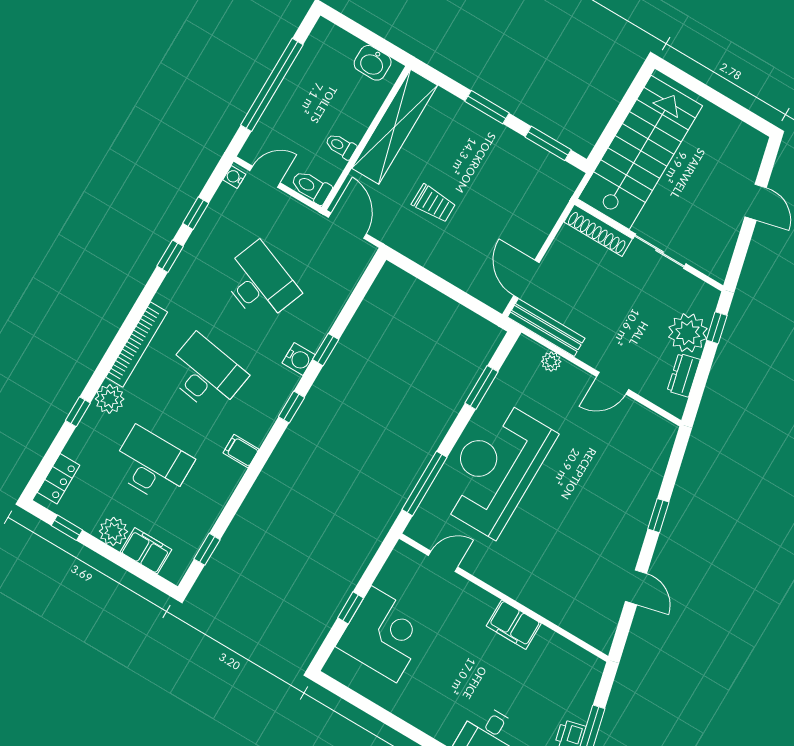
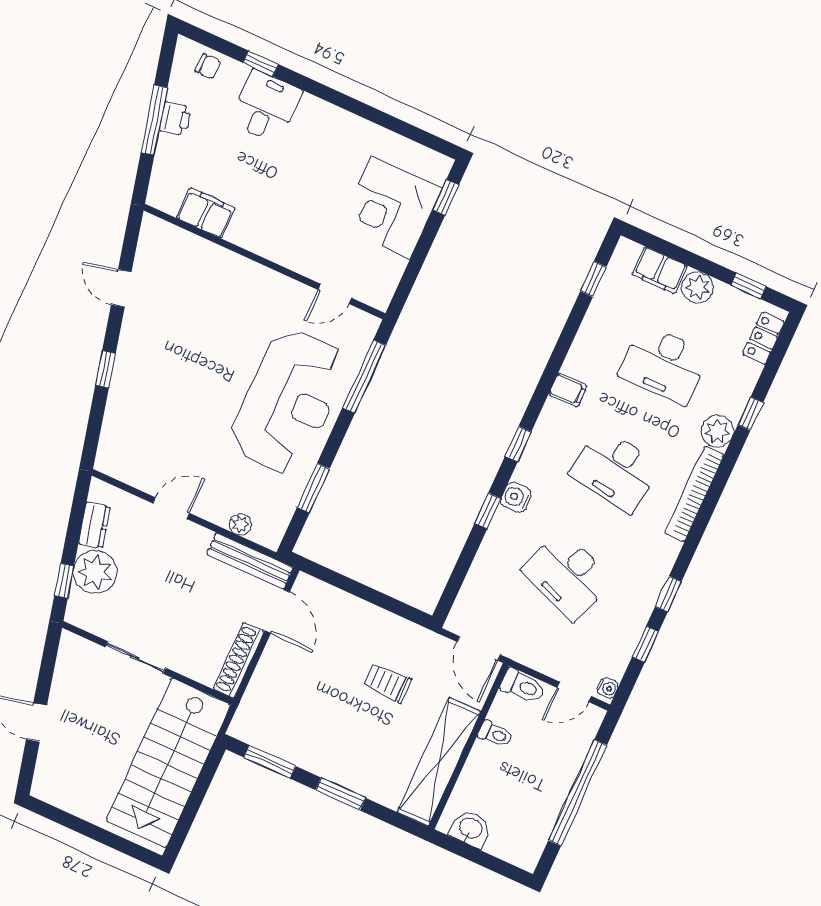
shoe rack: (598, 230) -> (239, 660), moved, turned -90
window: (351, 608) -> (446, 197), moved
filing cabinet: (514, 625) -> (206, 213), moved

